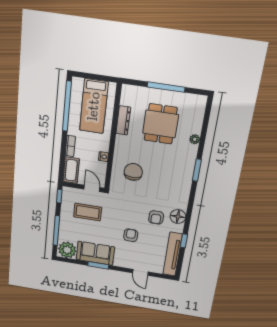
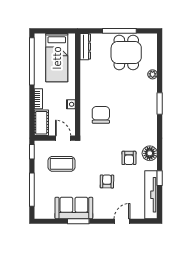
dresser: (123, 120) -> (85, 47), moved
dining table: (161, 124) -> (126, 52), moved
plant: (67, 250) -> (45, 210), removed
door: (140, 272) -> (122, 221), swing flipped

